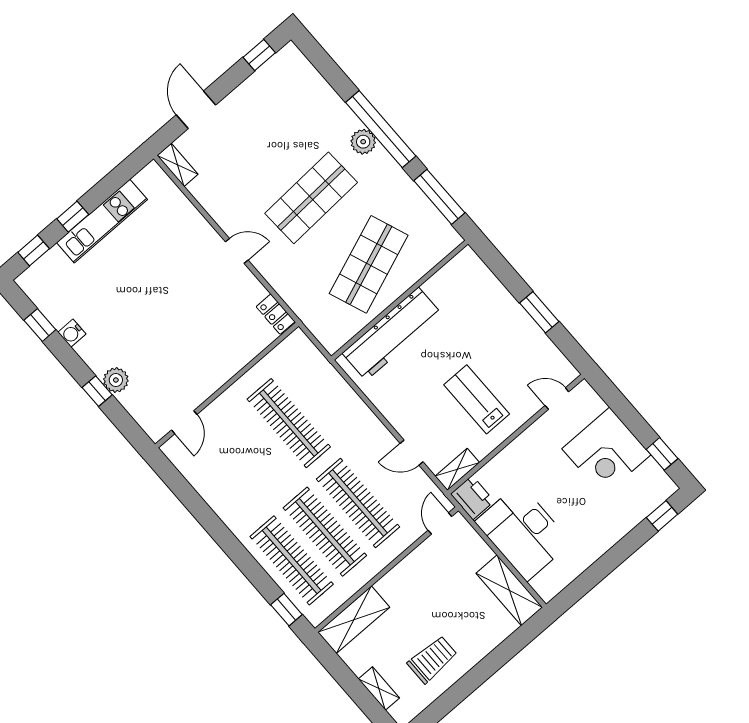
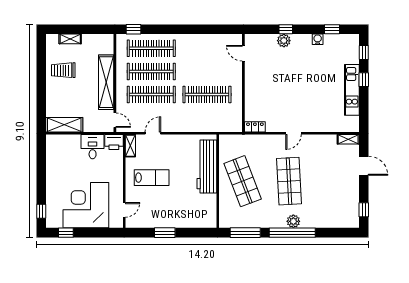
corner desk: (606, 452) -> (86, 205), width x1.36, depth x1.36
desk: (523, 532) -> (93, 147), width x0.53, depth x0.77
shelving: (354, 620) -> (106, 82), moved, width x1.47
trolley: (432, 659) -> (63, 70), turned 90

